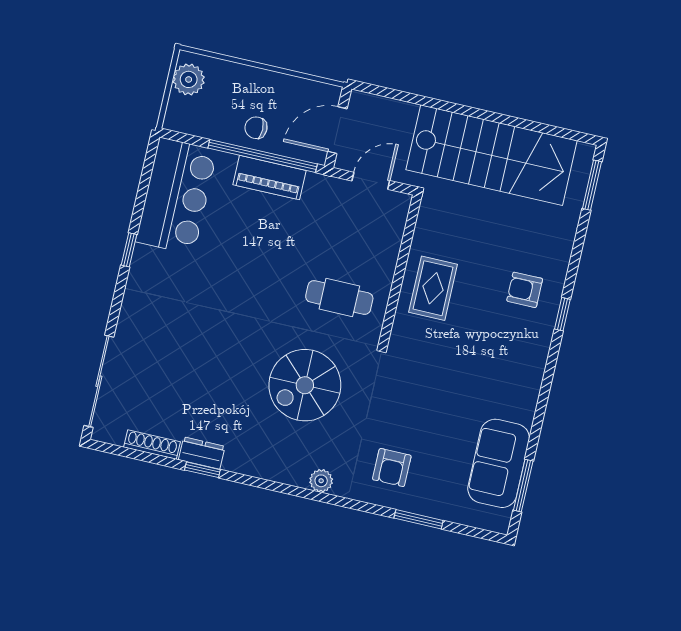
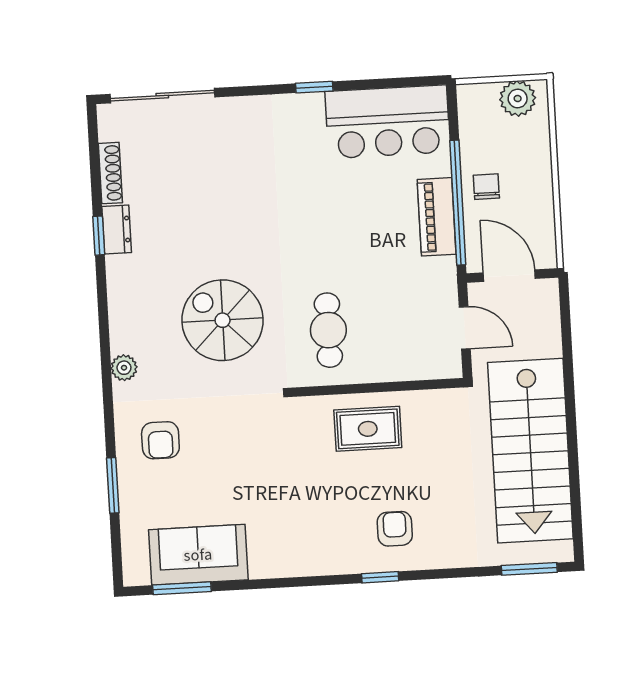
armchair: (392, 468) -> (160, 440), turned -90

